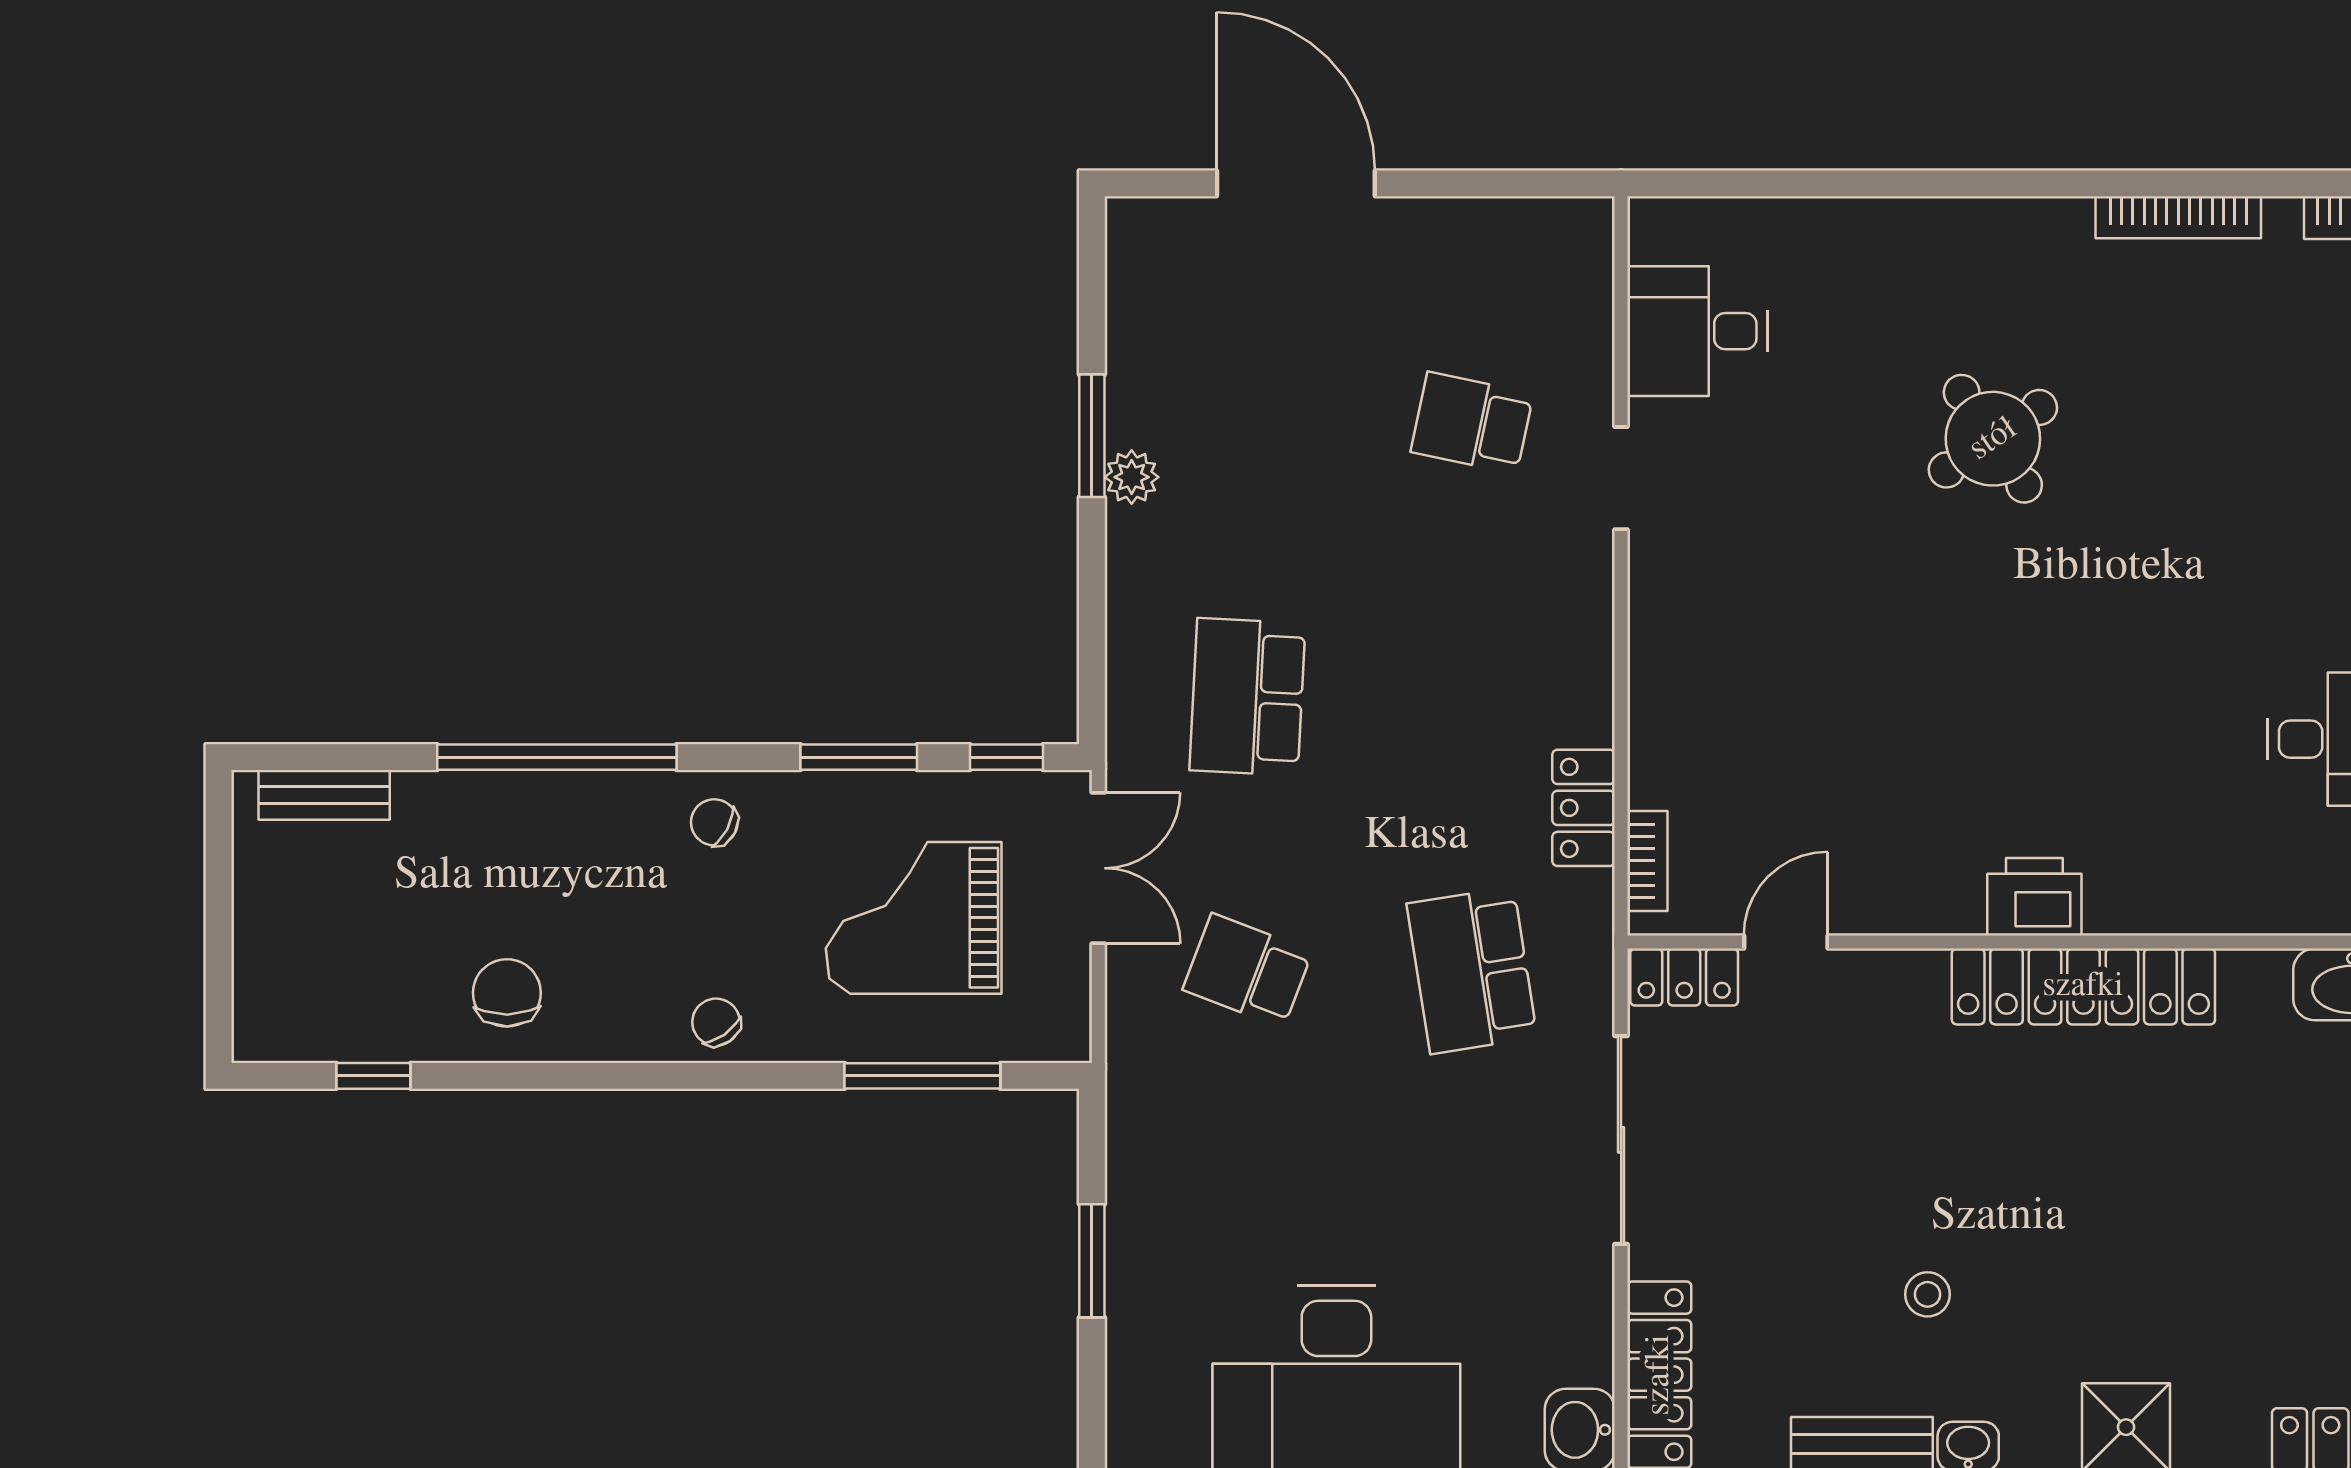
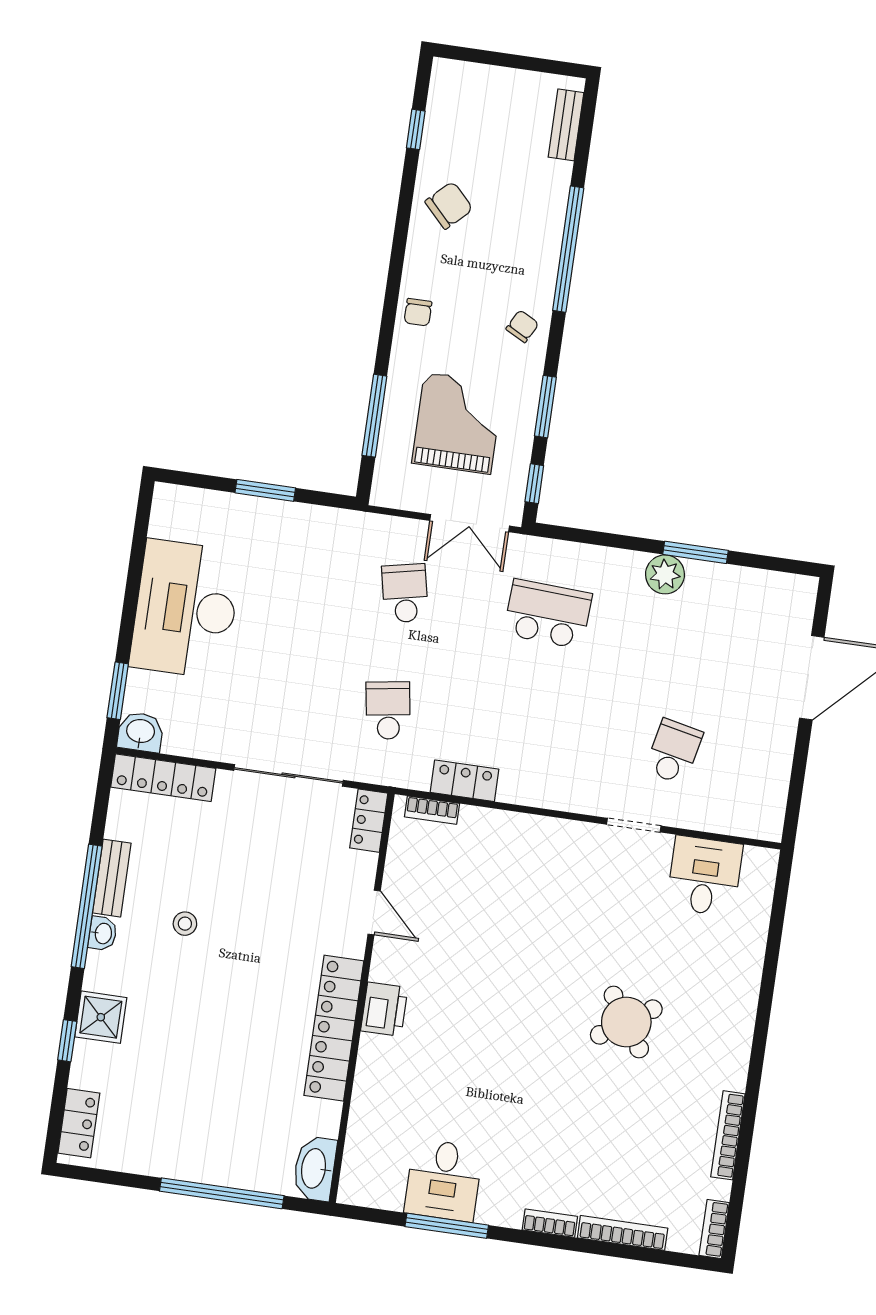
plant: (1132, 477) -> (665, 574), width x1.38, depth x1.38
door: (1786, 942) -> (374, 913), moved
school desk: (1247, 971) -> (405, 593), turned -33
school desk: (1472, 971) -> (388, 710), width x0.54
chair: (507, 993) -> (449, 205), turned -43
chair: (716, 1022) -> (418, 312), turned 125

